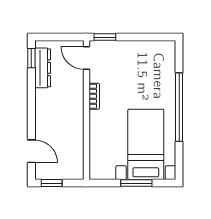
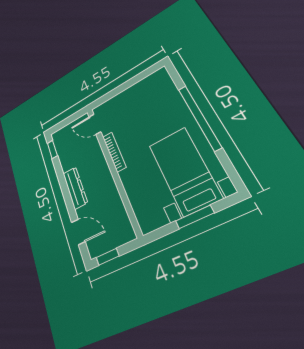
window: (105, 37) -> (103, 99), removed
dresser: (43, 68) -> (75, 188), moved
bookcase: (94, 96) -> (114, 152), width x1.56

